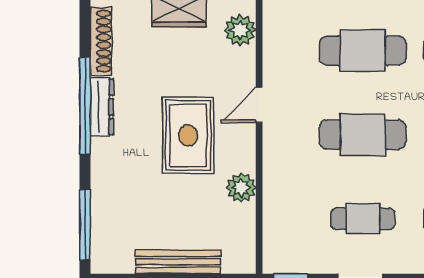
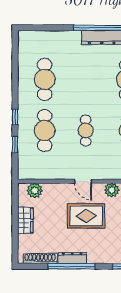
door: (259, 105) -> (83, 181), moved
cafe table: (363, 135) -> (86, 131), width x0.73, depth x0.74

